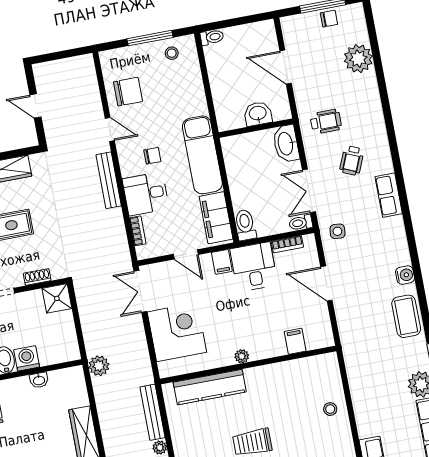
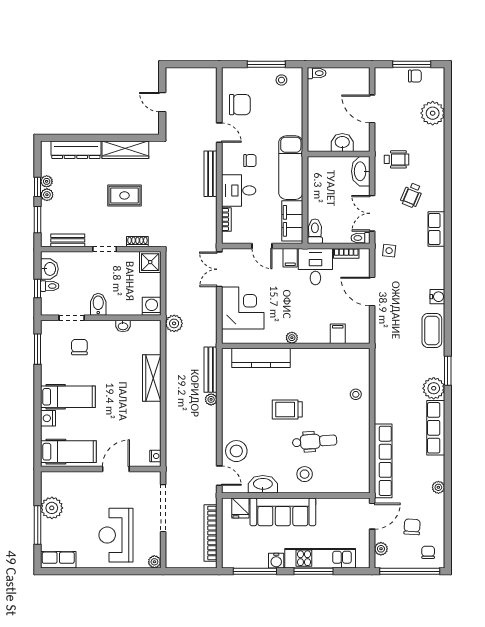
washing machine: (27, 358) -> (152, 306), moved

